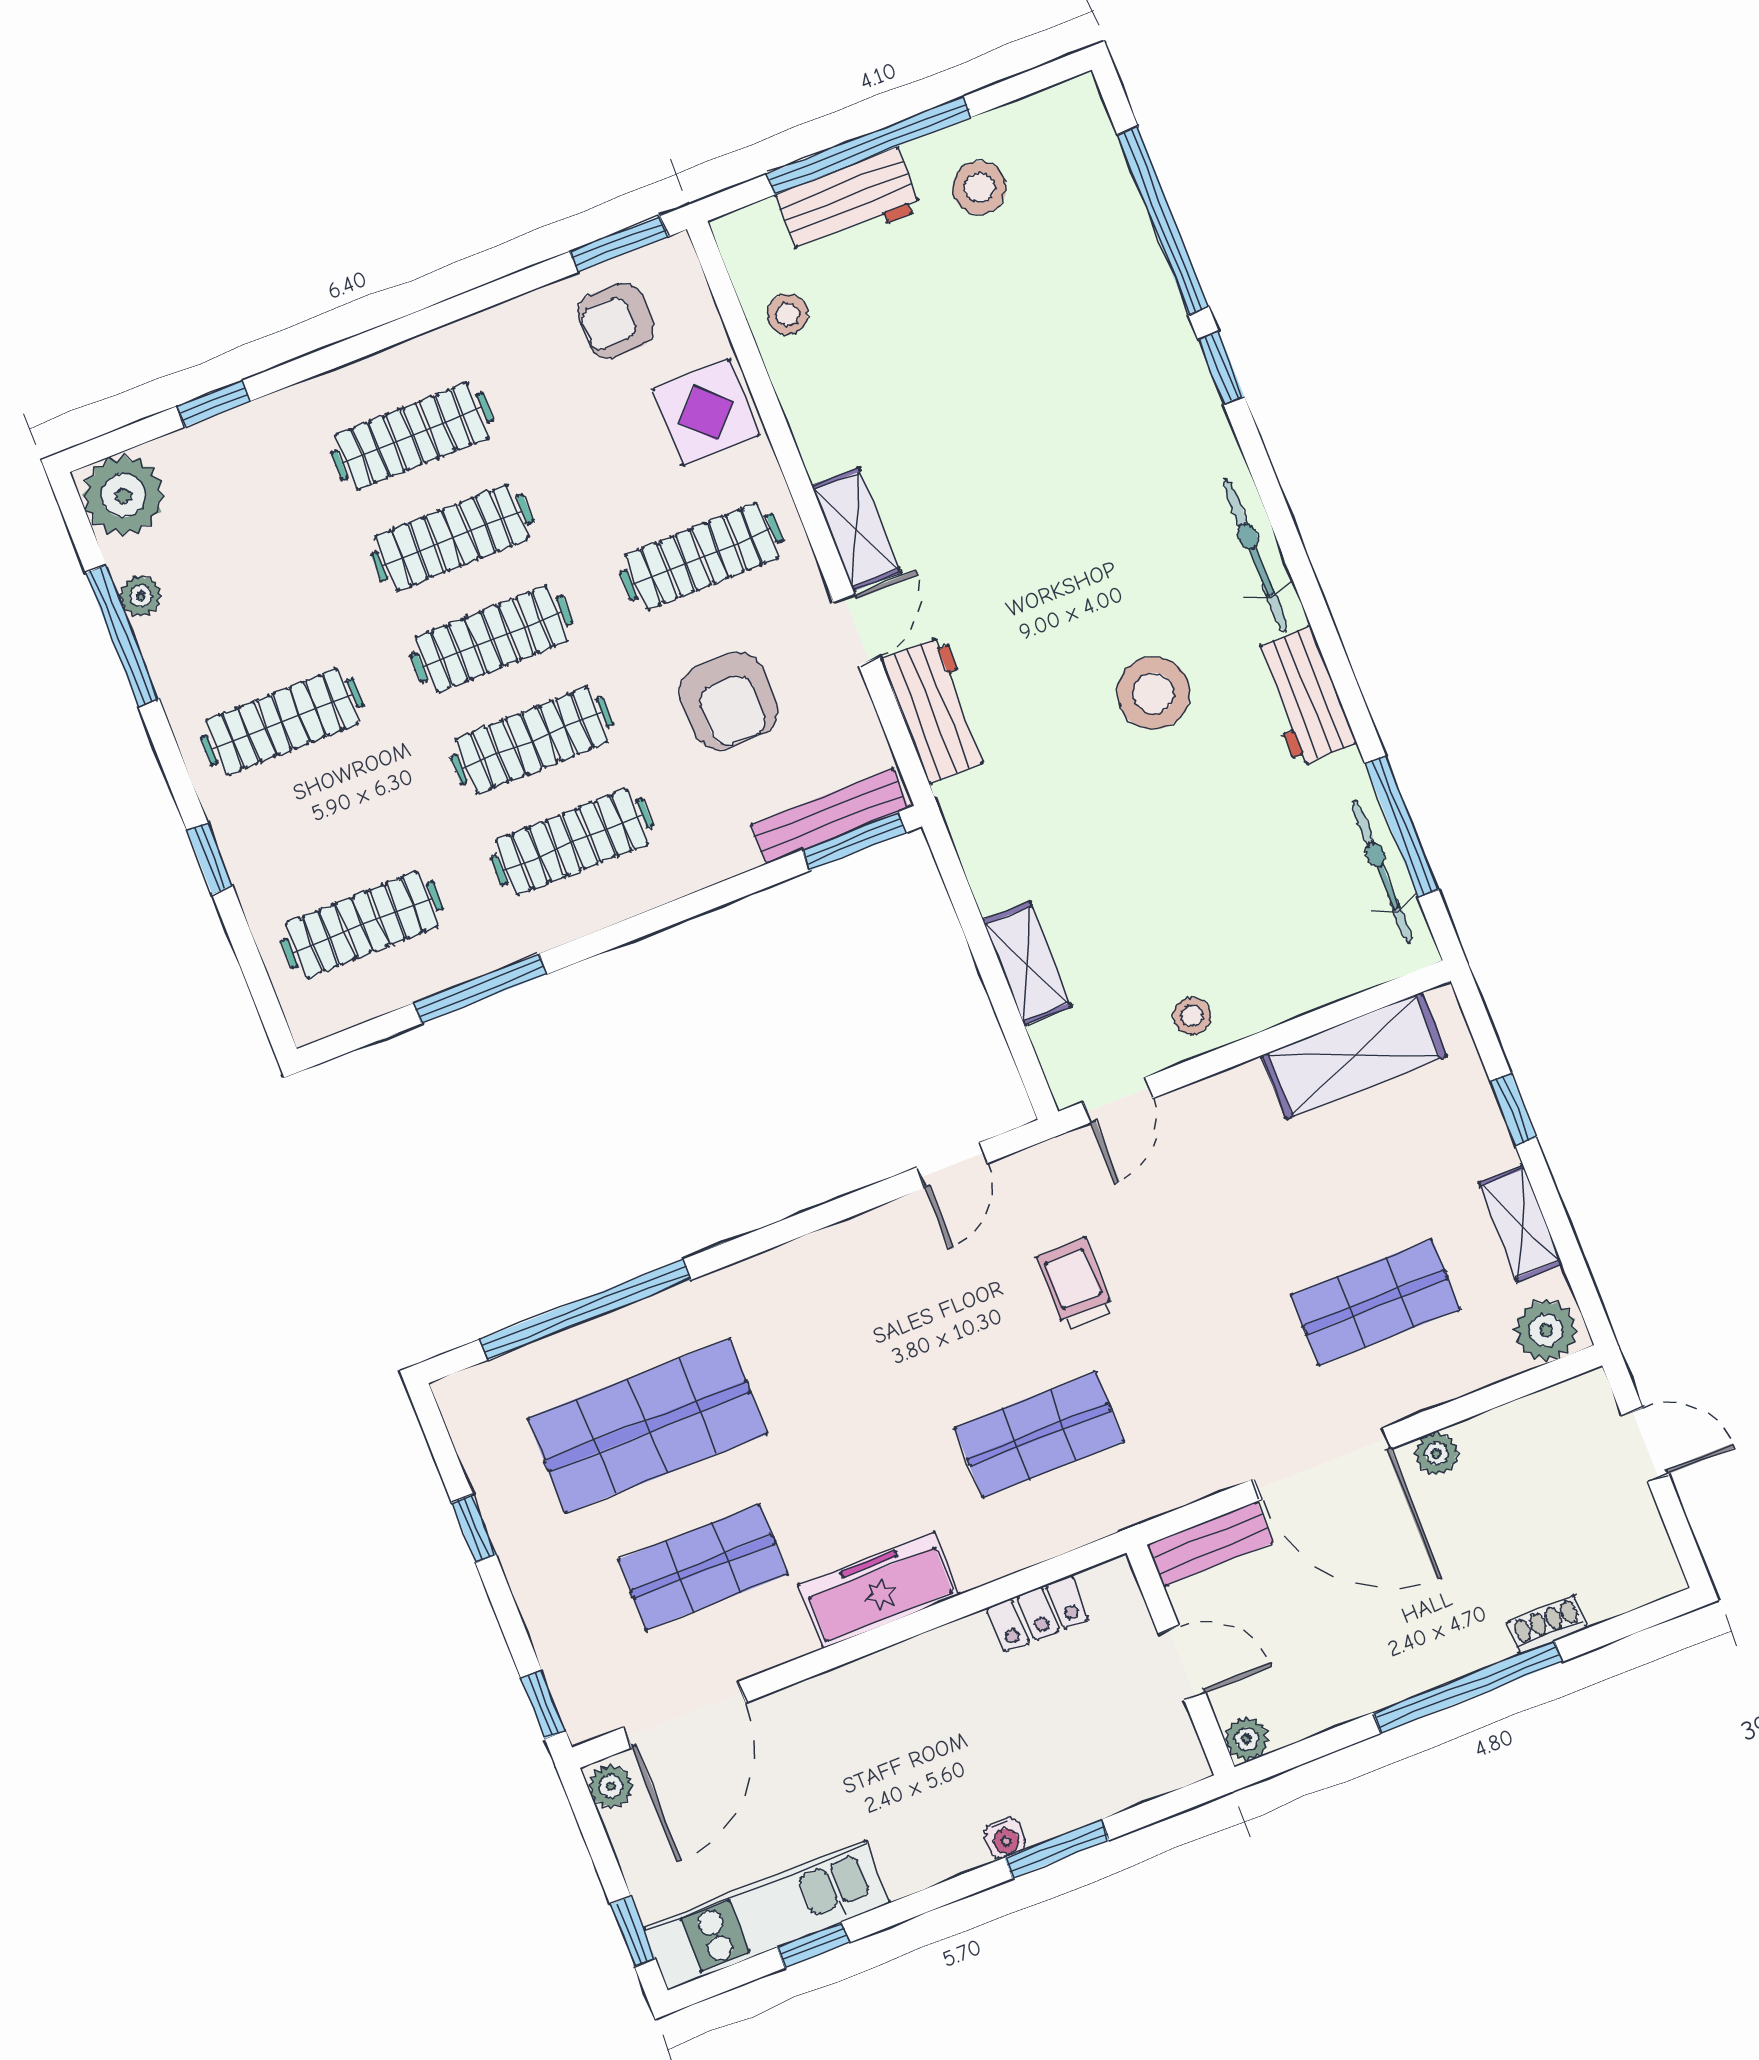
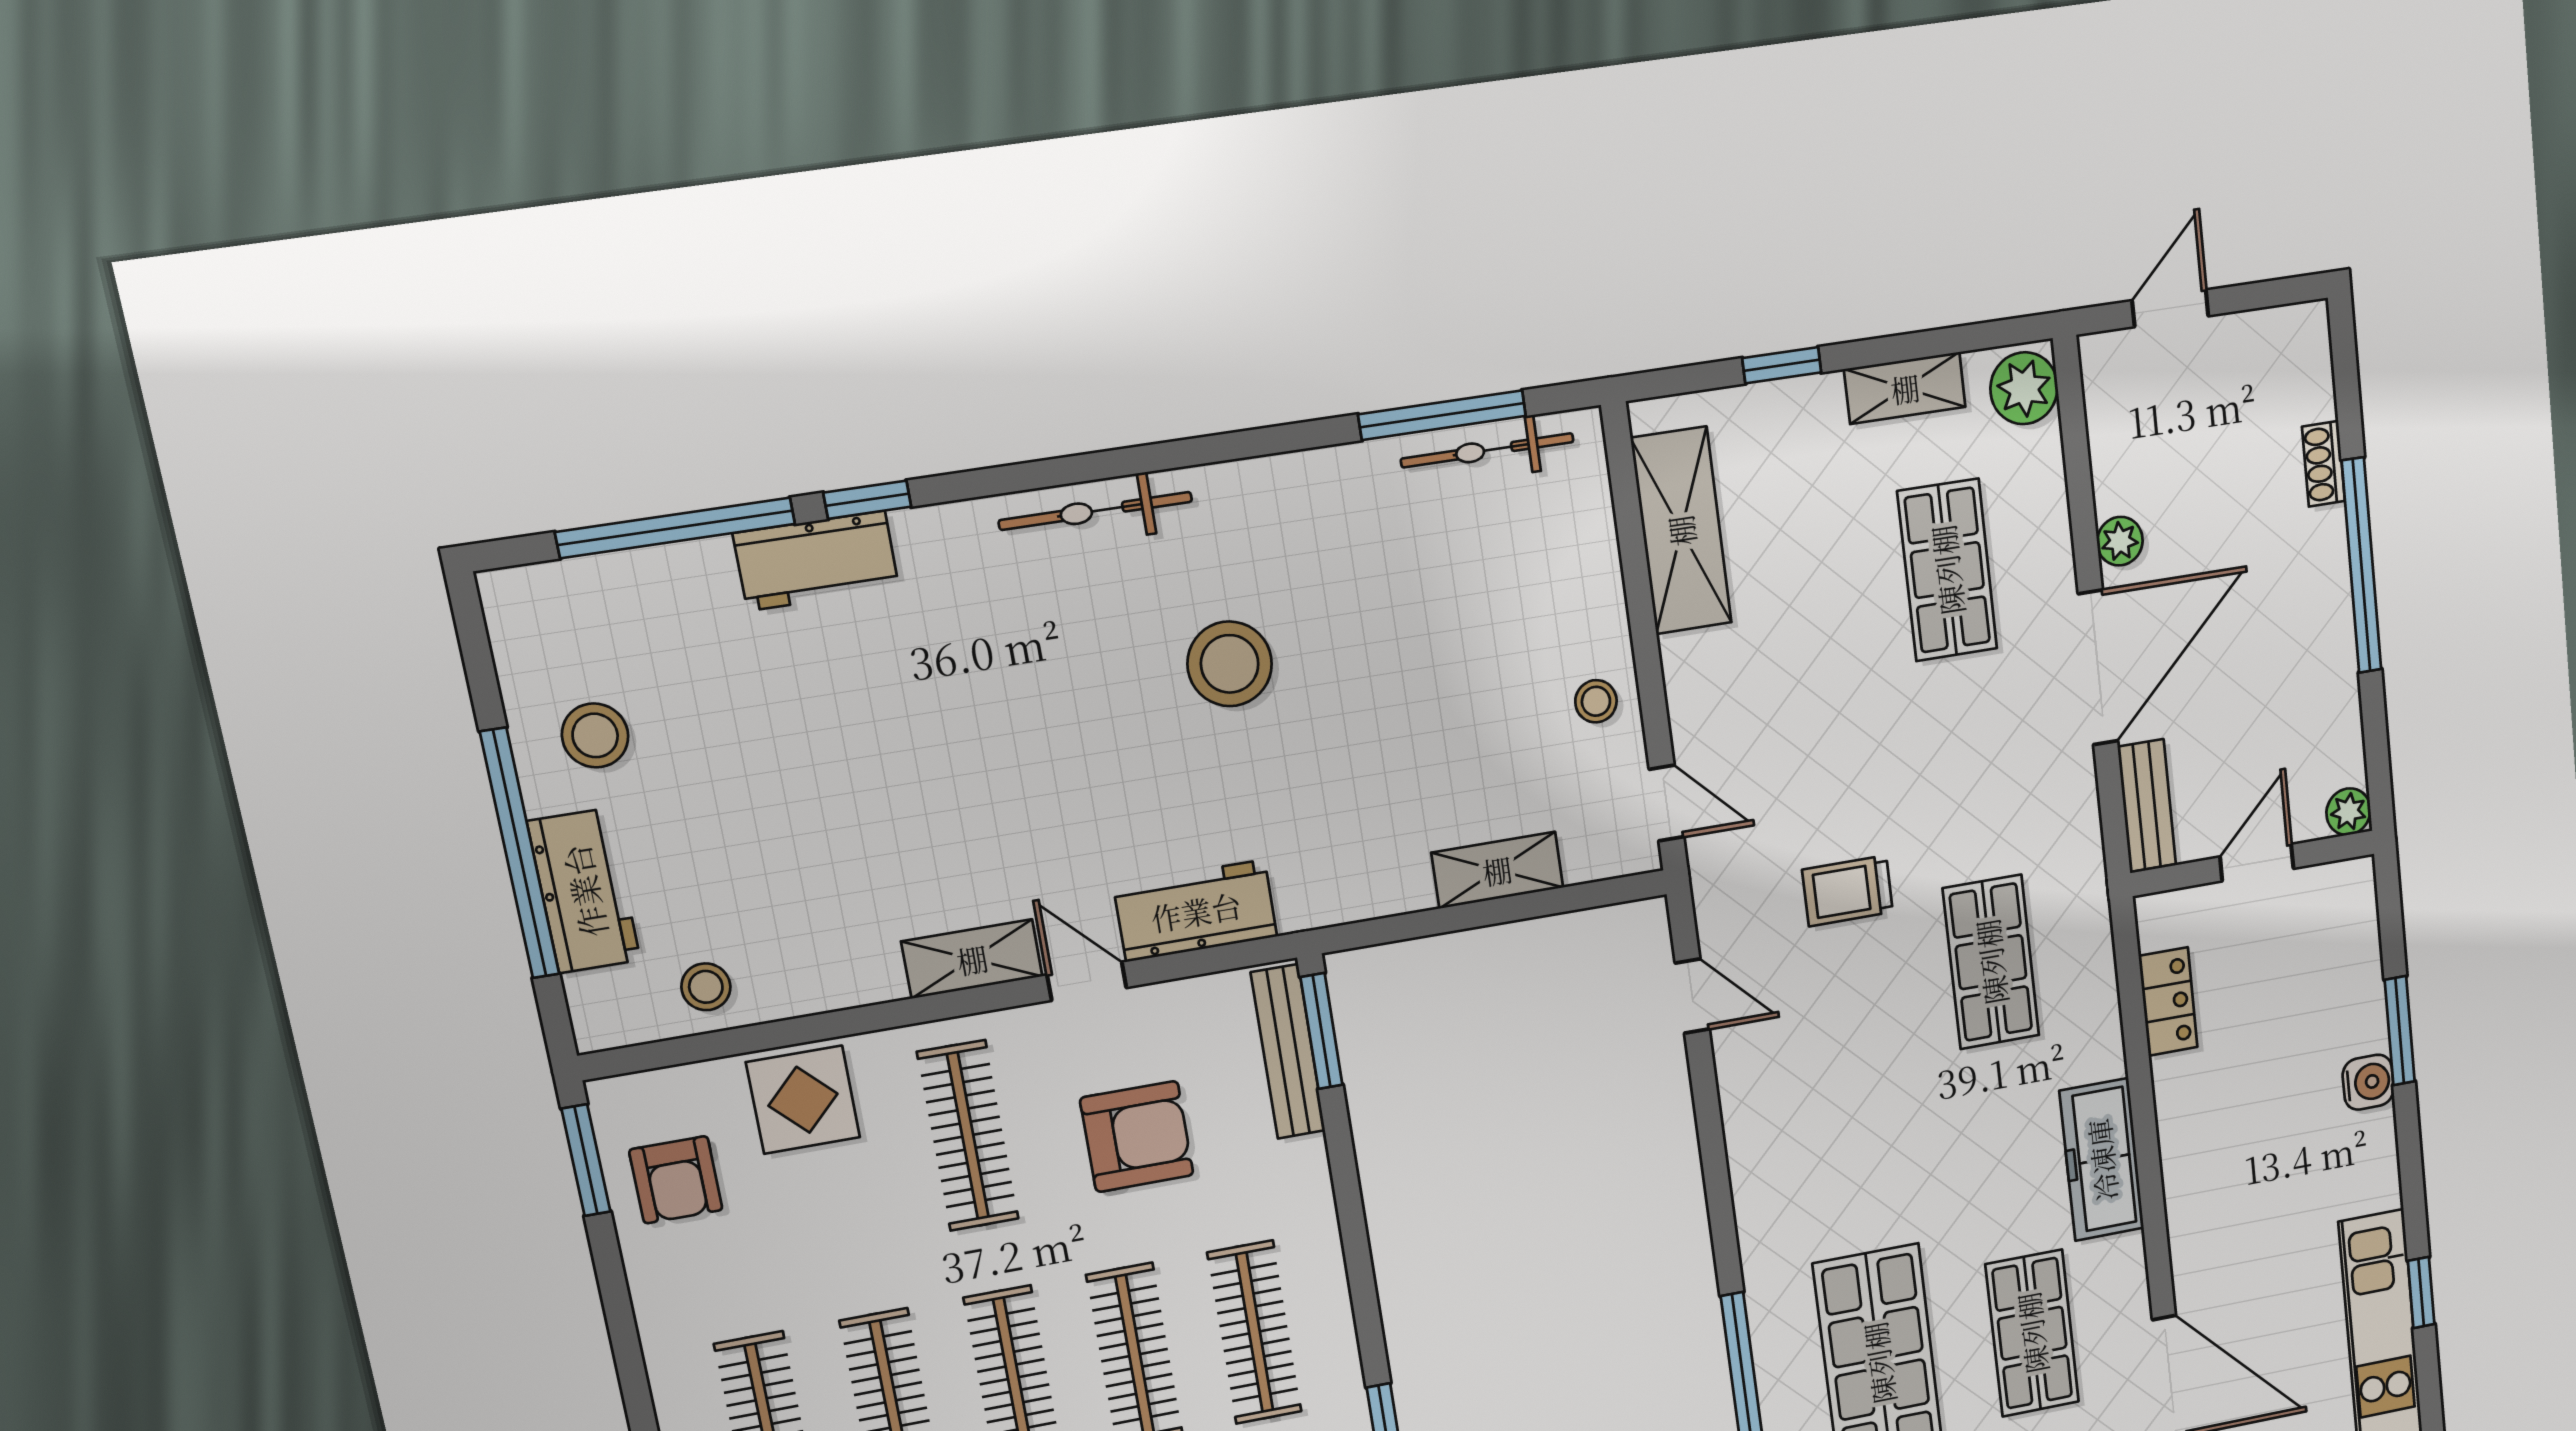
workbench: (1304, 697) -> (816, 561), moved
water cooler: (1005, 1838) -> (2368, 1082), width x1.38, depth x1.38

